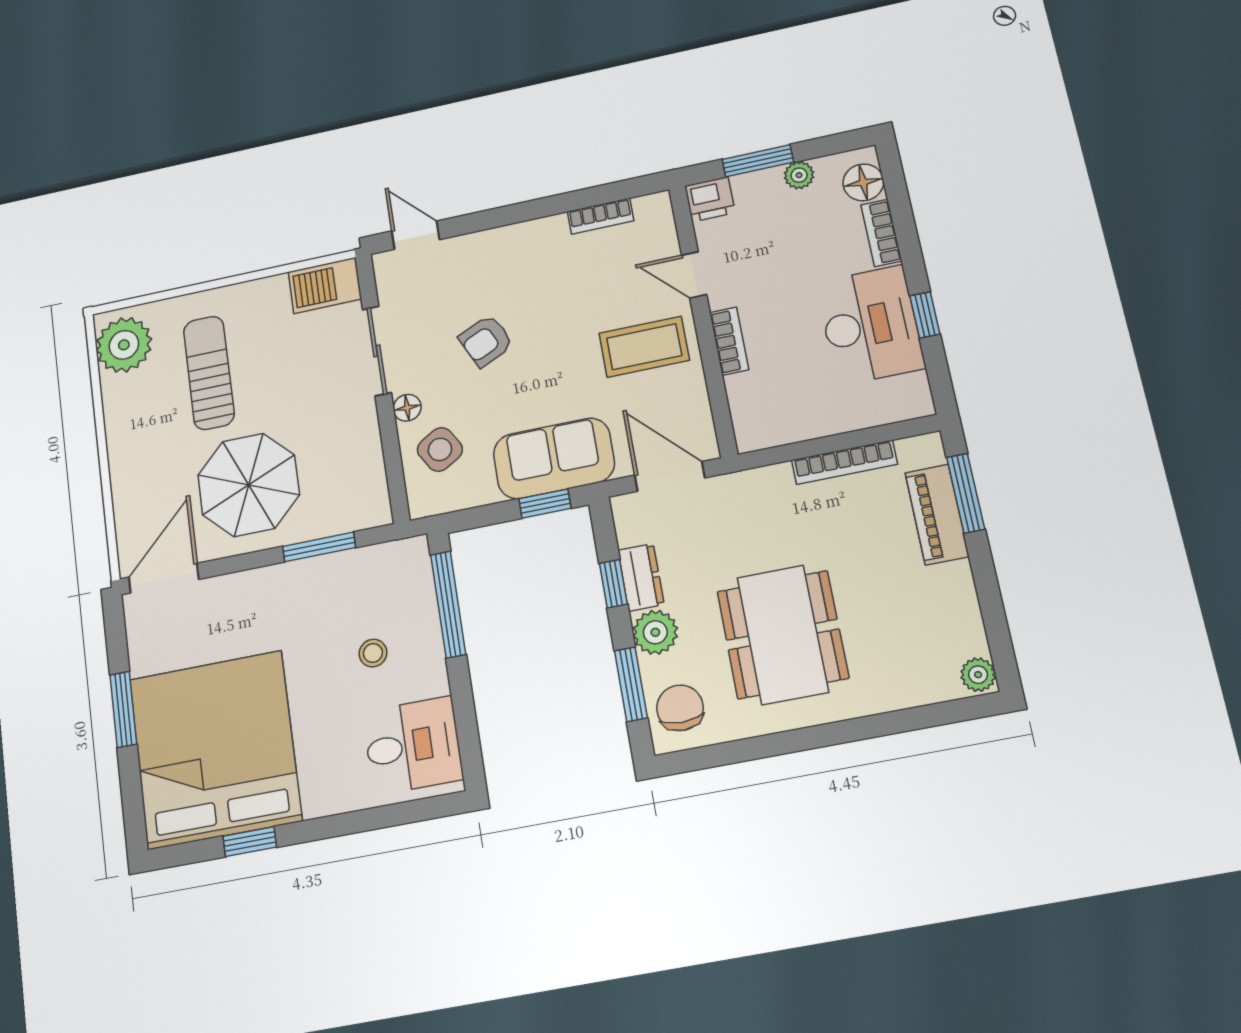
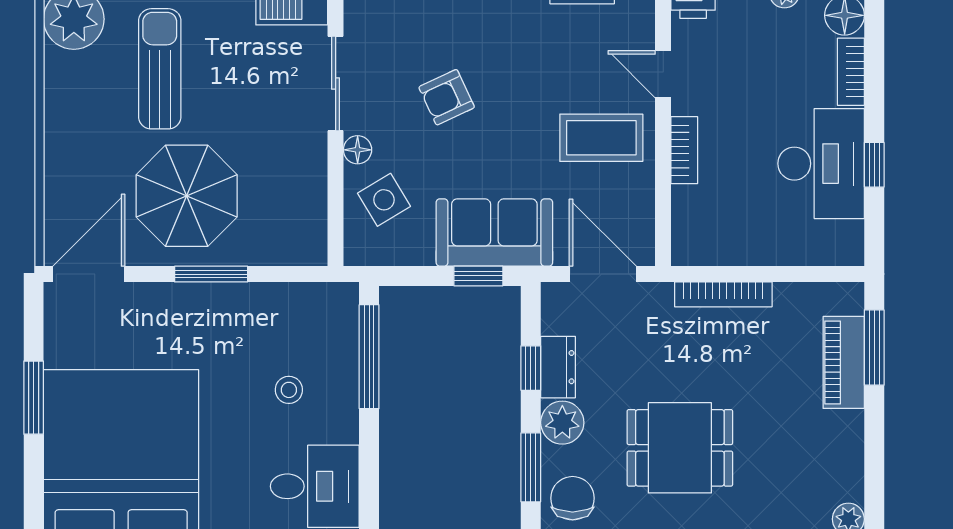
bookcase: (844, 462) -> (723, 294), moved
window: (319, 547) -> (211, 274), moved
dining table: (783, 635) -> (680, 448), width x0.73

